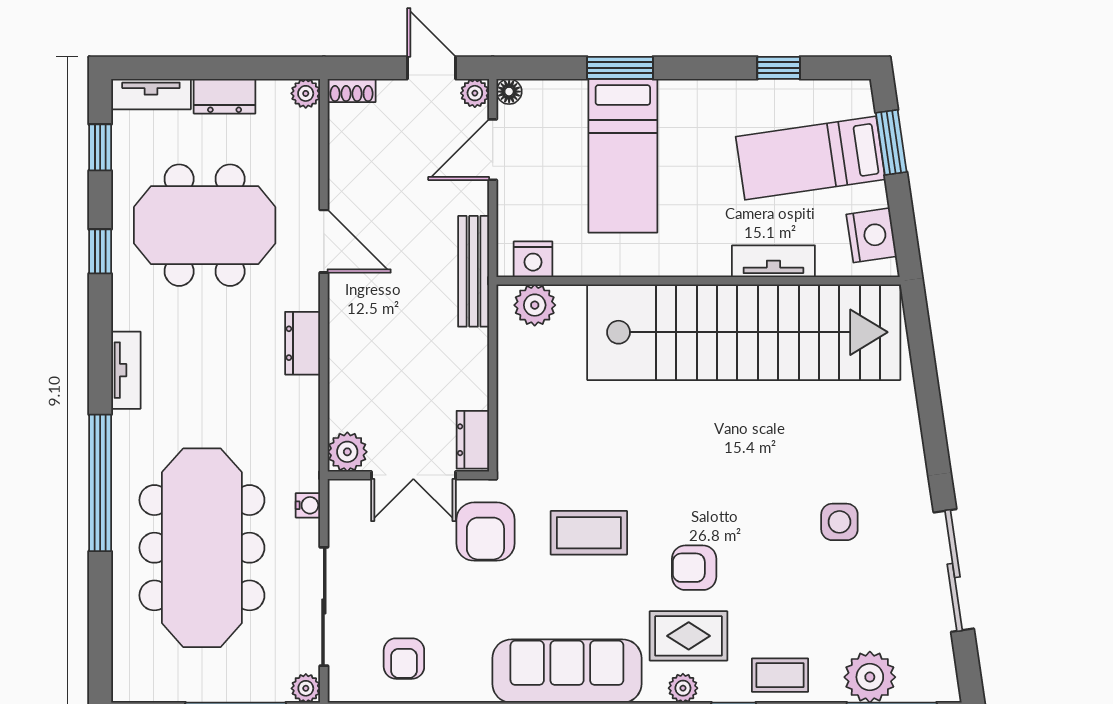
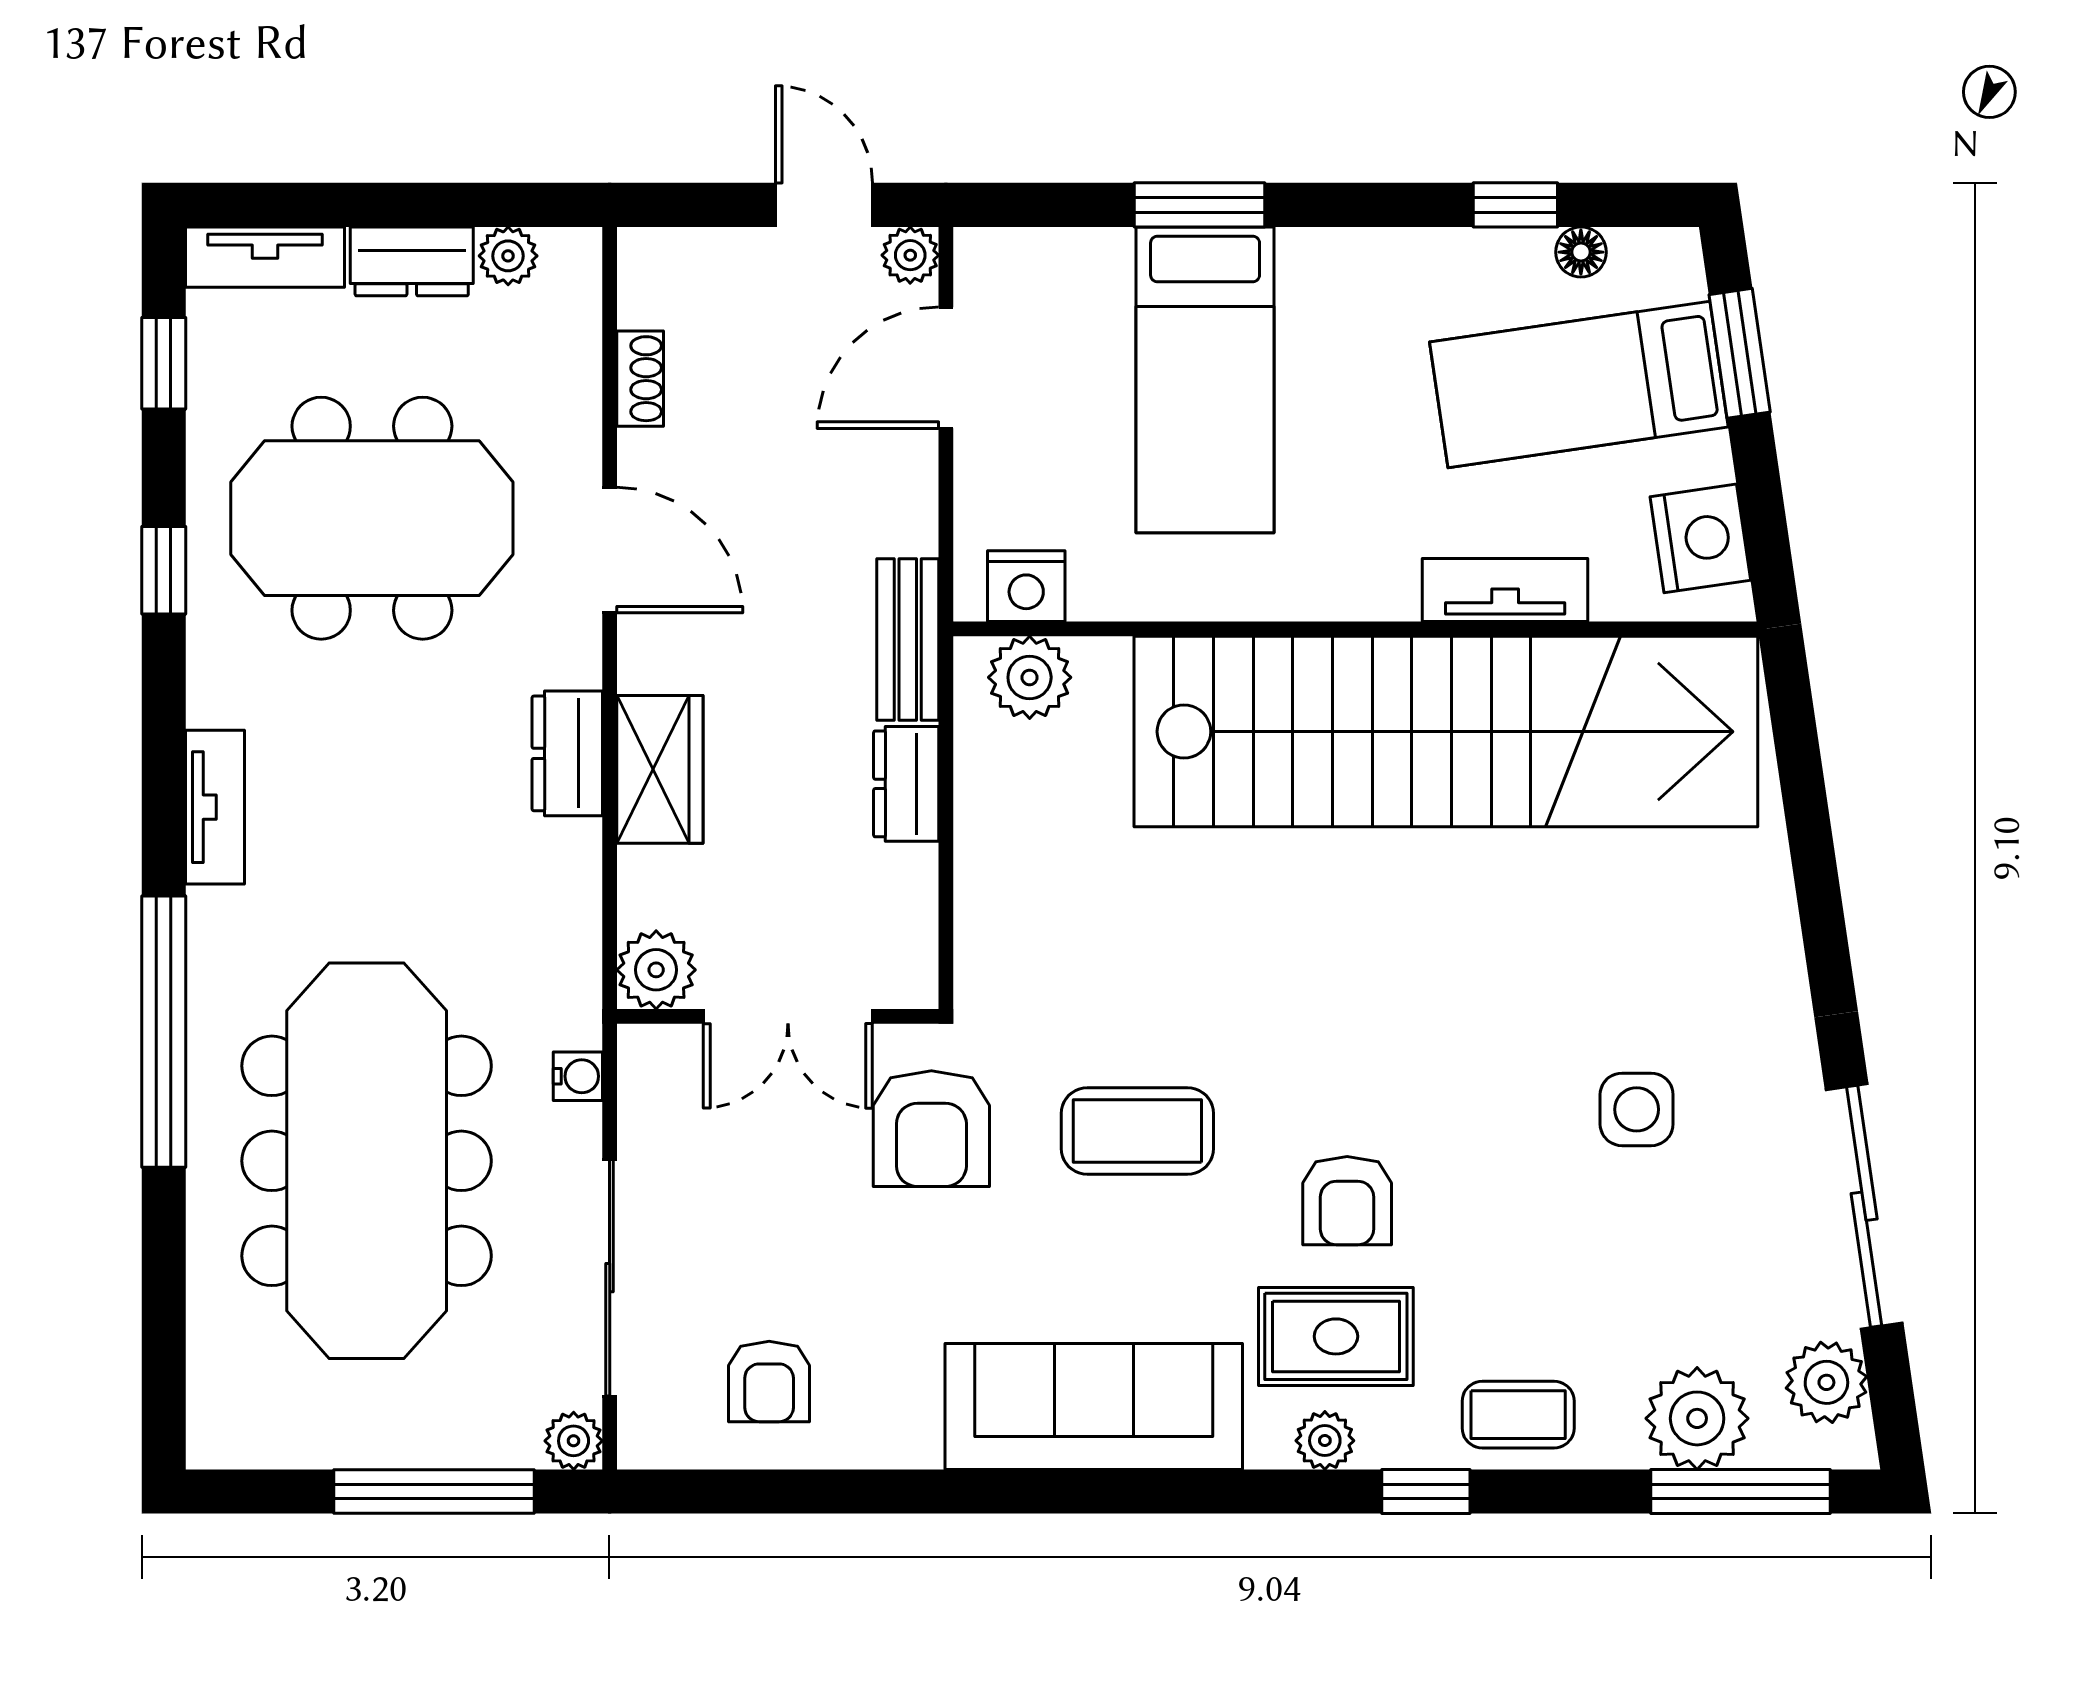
shoe rack: (352, 91) -> (640, 379), moved, turned -90
floor lamp: (509, 92) -> (1581, 252), moved
plant: (306, 93) -> (508, 256), moved
bench: (474, 271) -> (908, 640), width x0.73
wardrobe: (349, 351) -> (660, 769), added
dresser: (473, 440) -> (906, 784), moved
armchair: (694, 568) -> (1347, 1201), turned -90
plant: (935, 659) -> (1826, 1382), added

